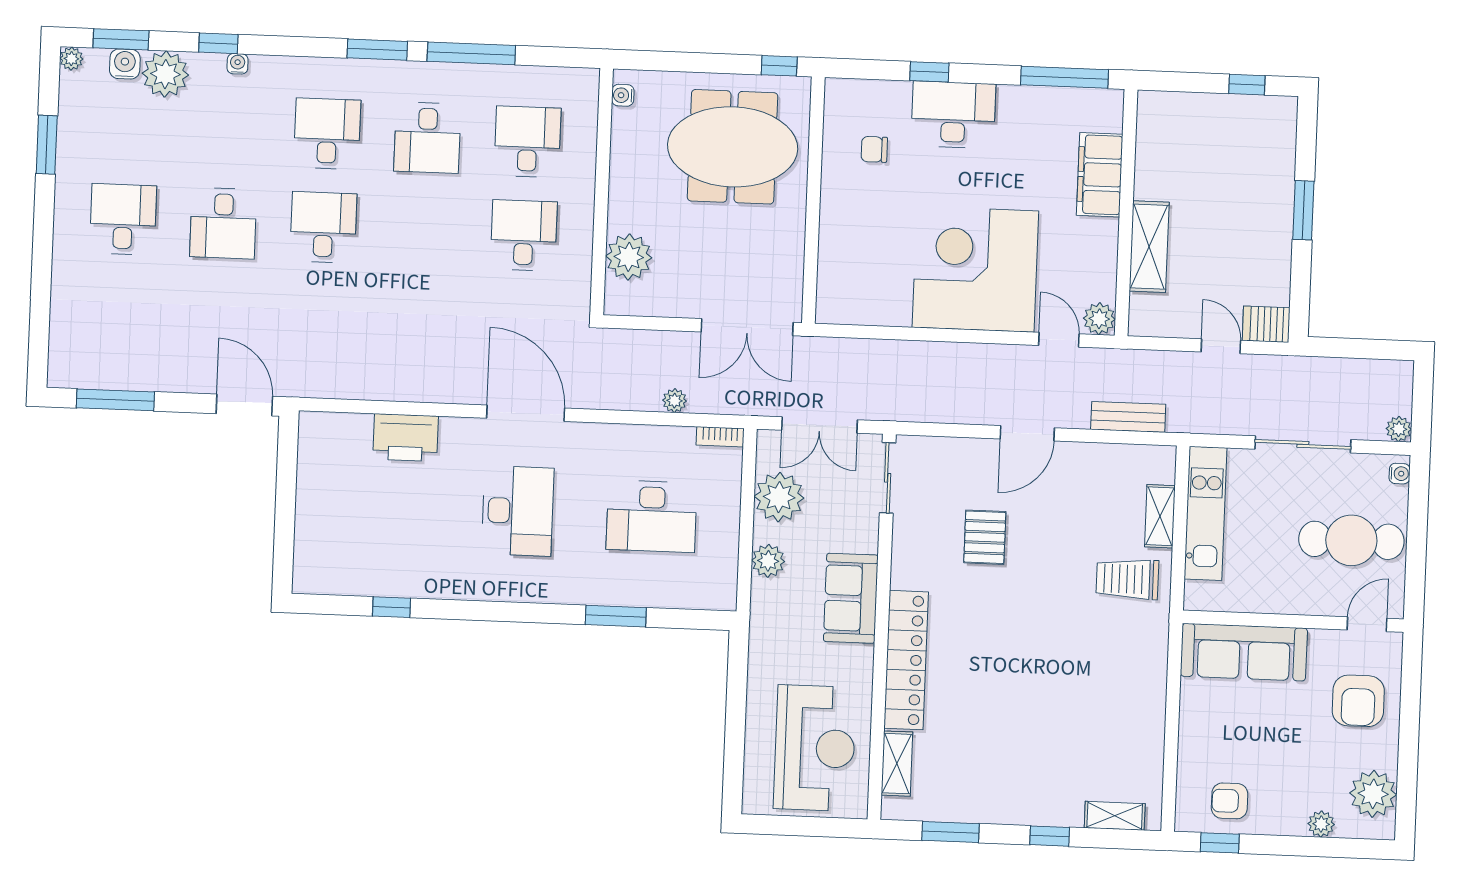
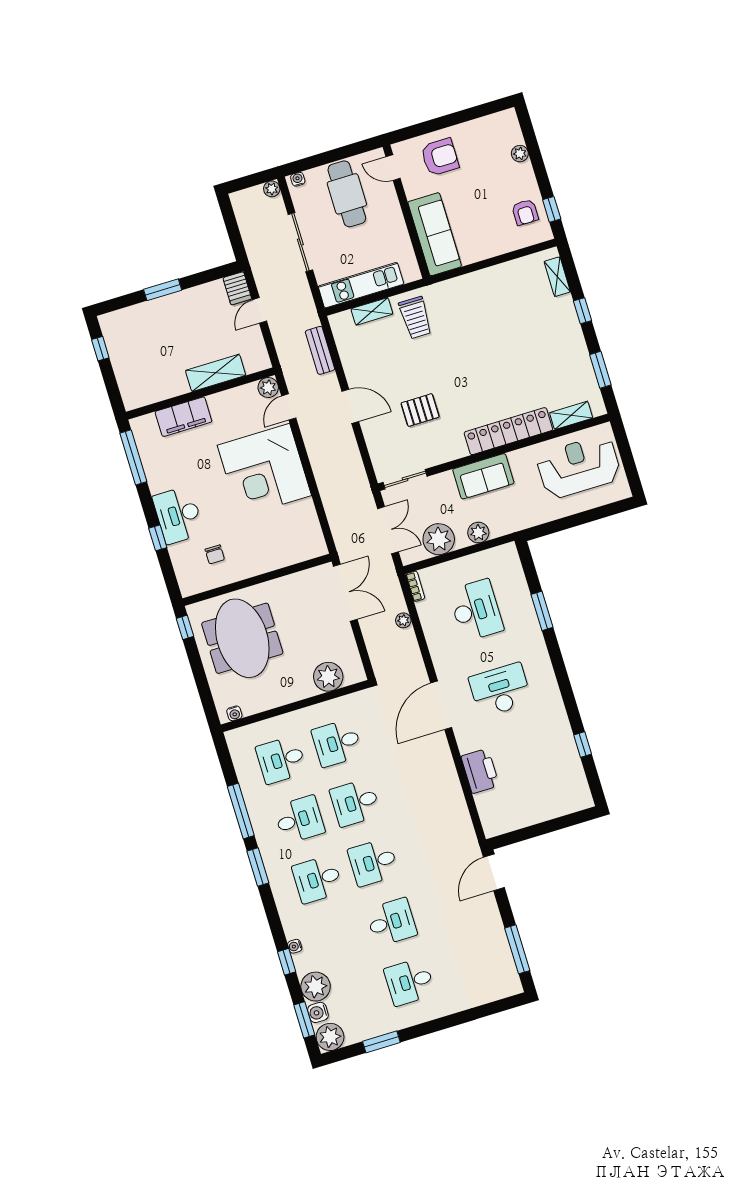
plant: (71, 59) -> (330, 1037), width x1.88, depth x1.88
desk: (424, 231) -> (355, 803), added
plant: (1373, 794) -> (491, 129), removed

